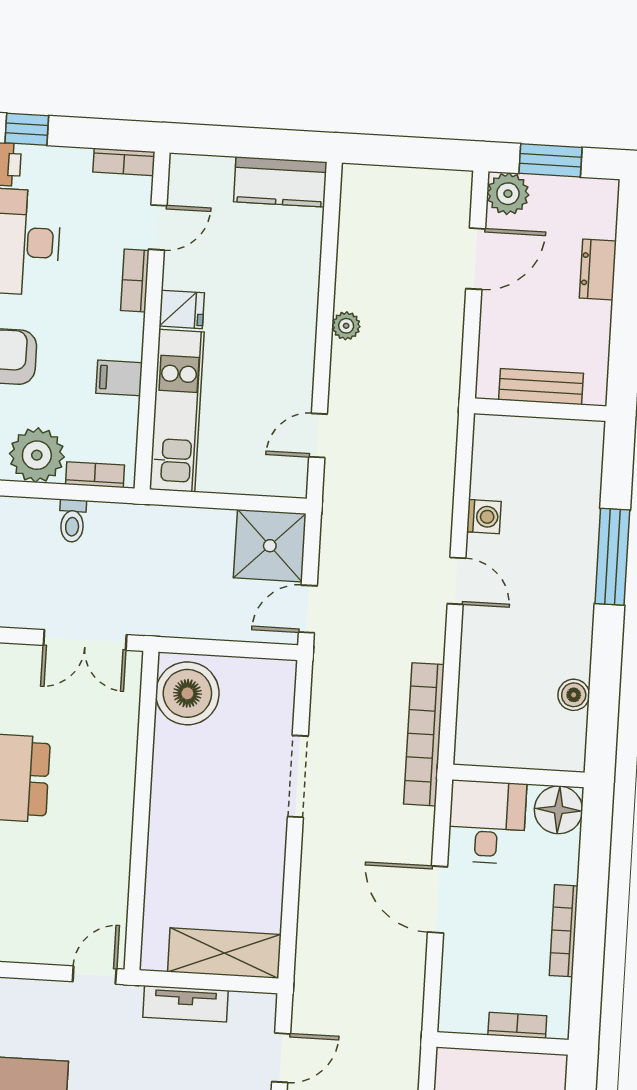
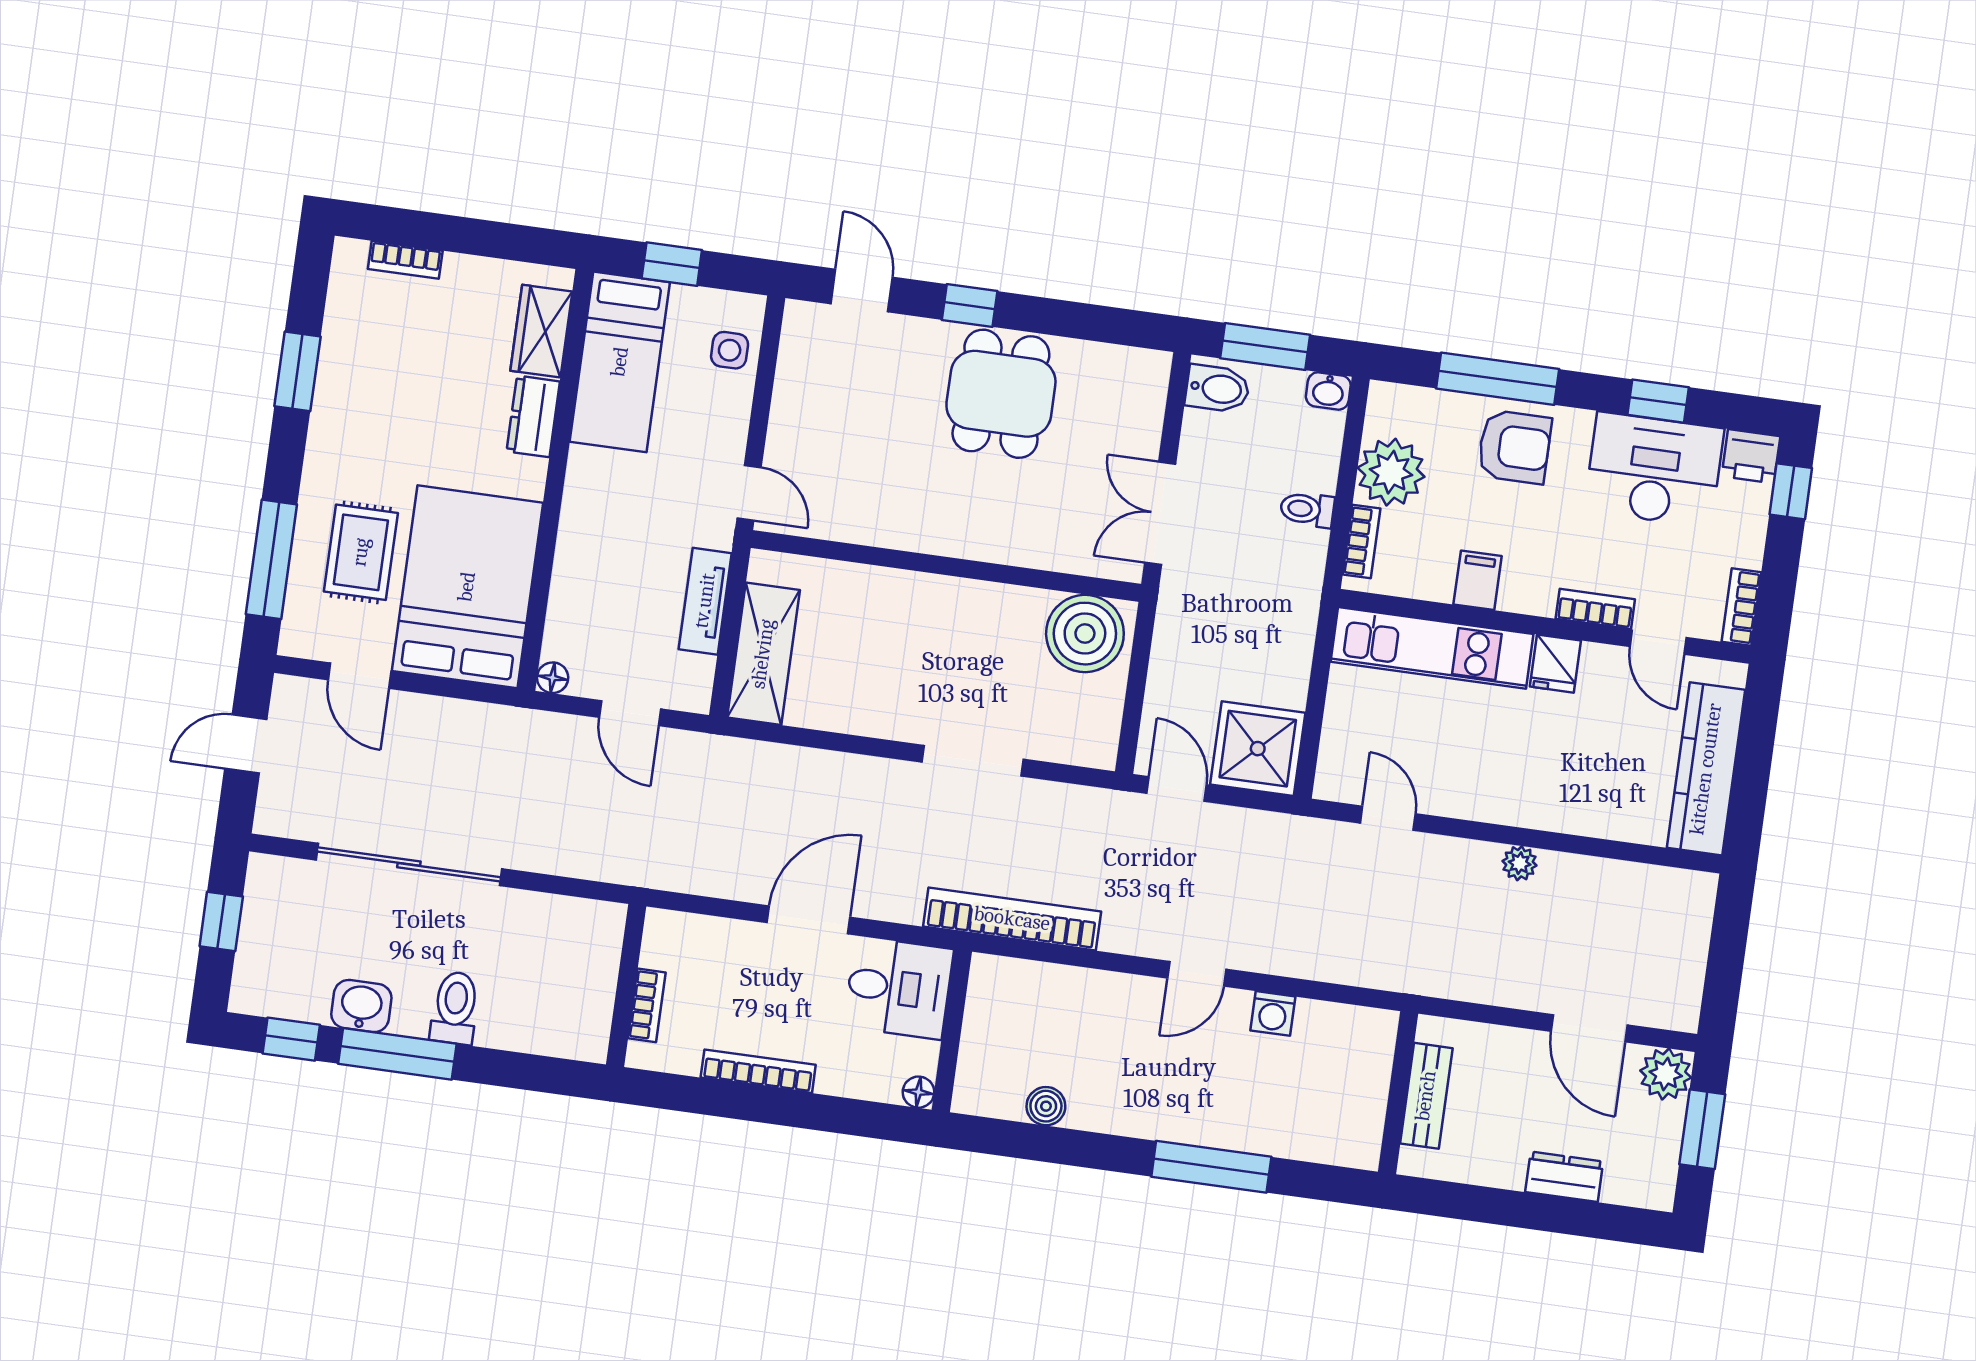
kitchen counter: (280, 182) -> (1706, 769), width x1.50
floor lamp: (558, 810) -> (918, 1092), width x0.53, depth x0.53

